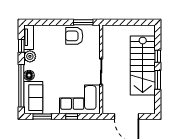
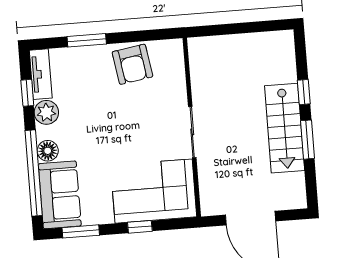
window: (83, 22) -> (87, 40), moved
armchair: (74, 36) -> (132, 64), turned -99
stairs: (143, 65) -> (285, 128), width x0.73, depth x0.66

